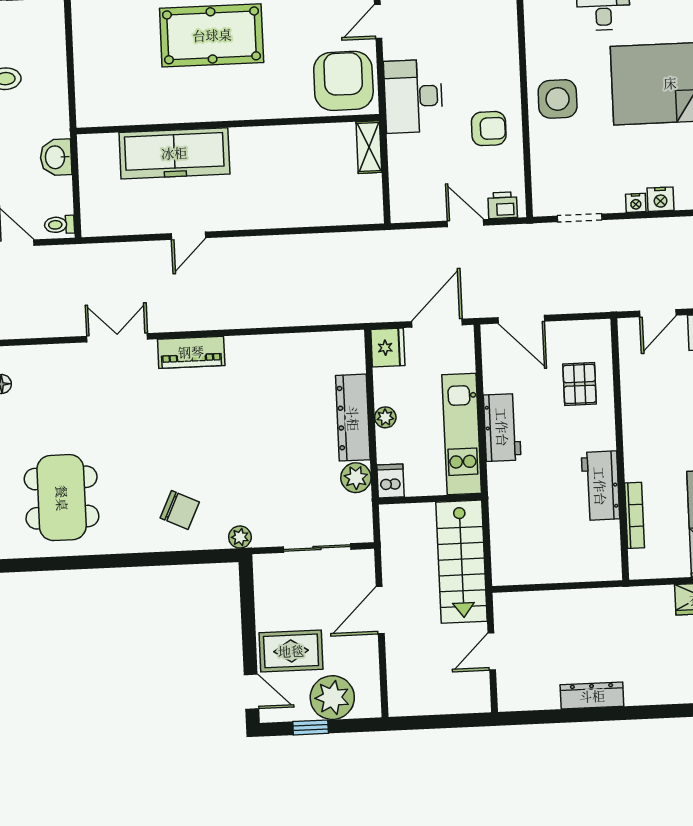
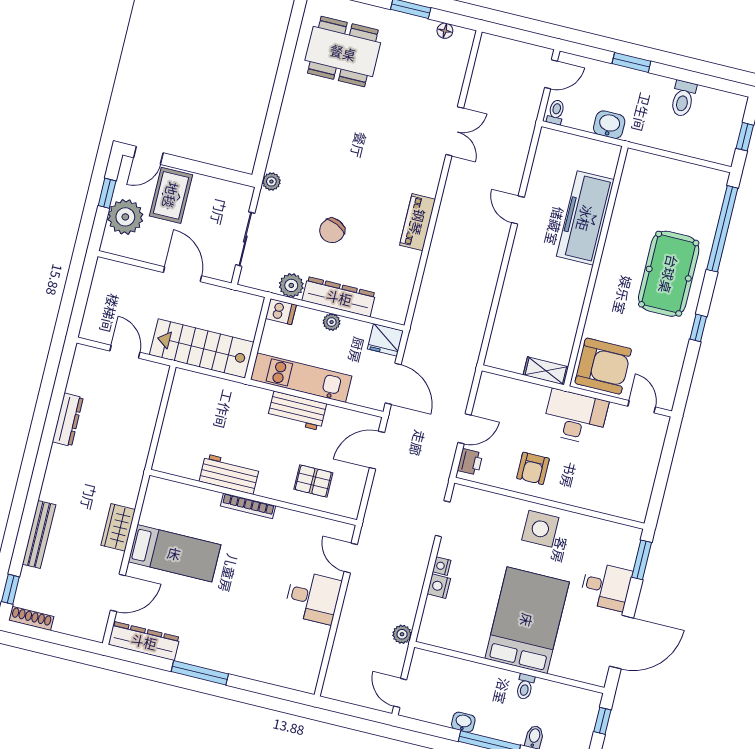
piano: (191, 352) -> (418, 222), moved
chair: (180, 510) -> (332, 231), moved
bookcase: (634, 515) -> (248, 506), moved

